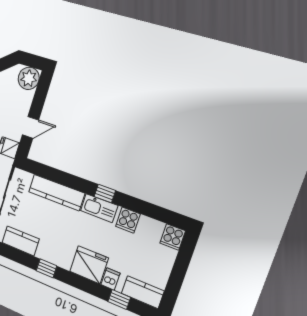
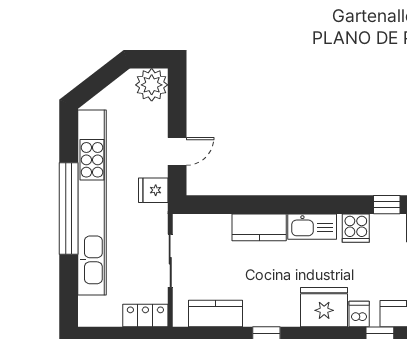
kitchen counter: (56, 192) -> (259, 227), width x0.67
window: (105, 194) -> (387, 205), moved

